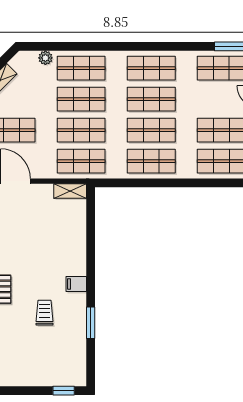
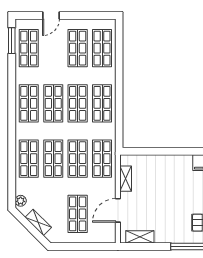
plant: (45, 58) -> (21, 201), moved
shelving: (70, 191) -> (126, 179), moved

